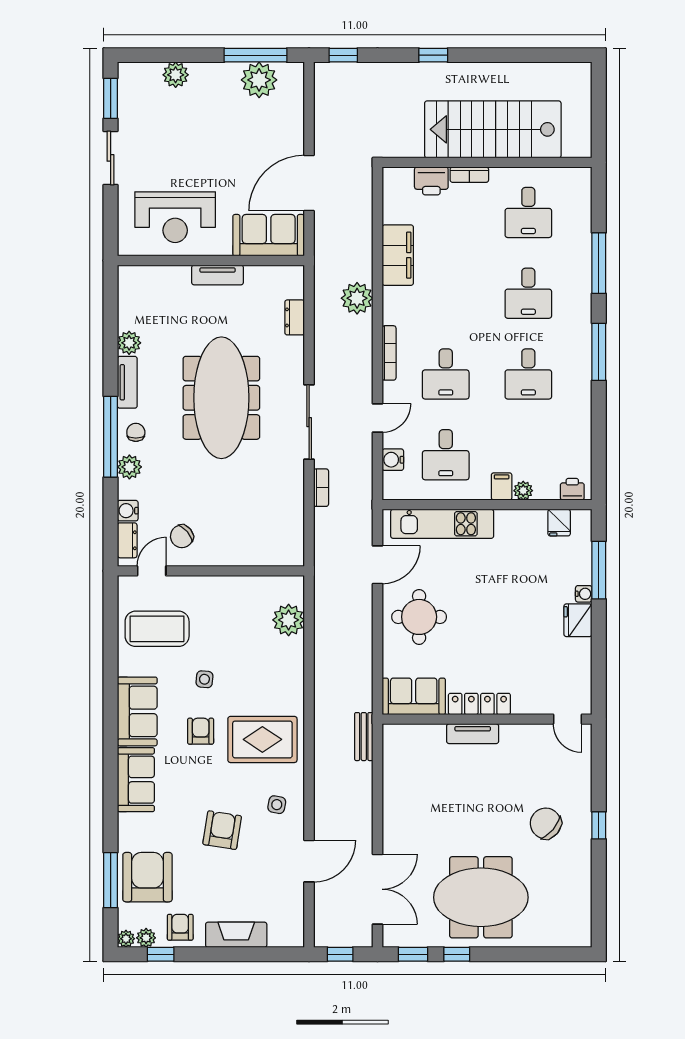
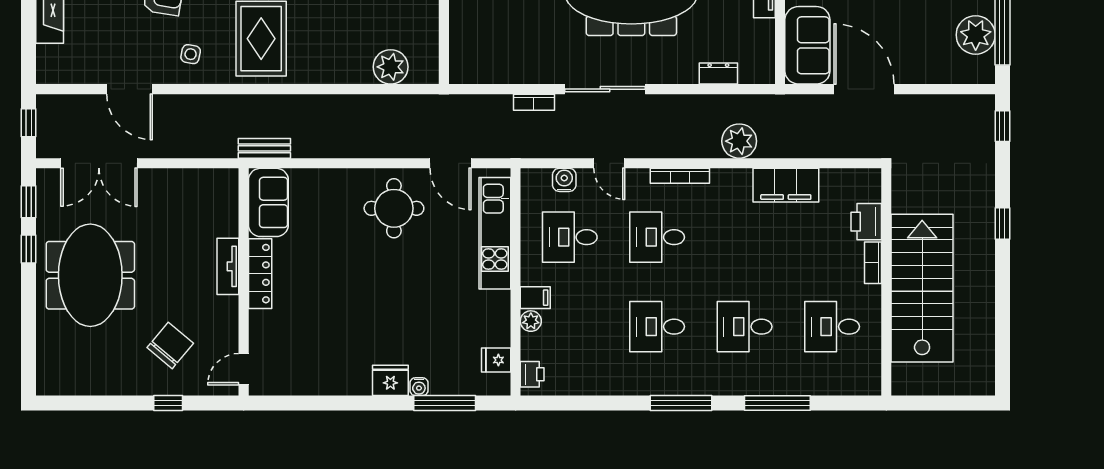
sofa: (414, 696) -> (268, 202), moved
locker: (479, 704) -> (260, 274), moved
wall: (487, 719) -> (244, 282), moved
door: (568, 719) -> (244, 369), moved
tv unit: (473, 734) -> (228, 266), moved

